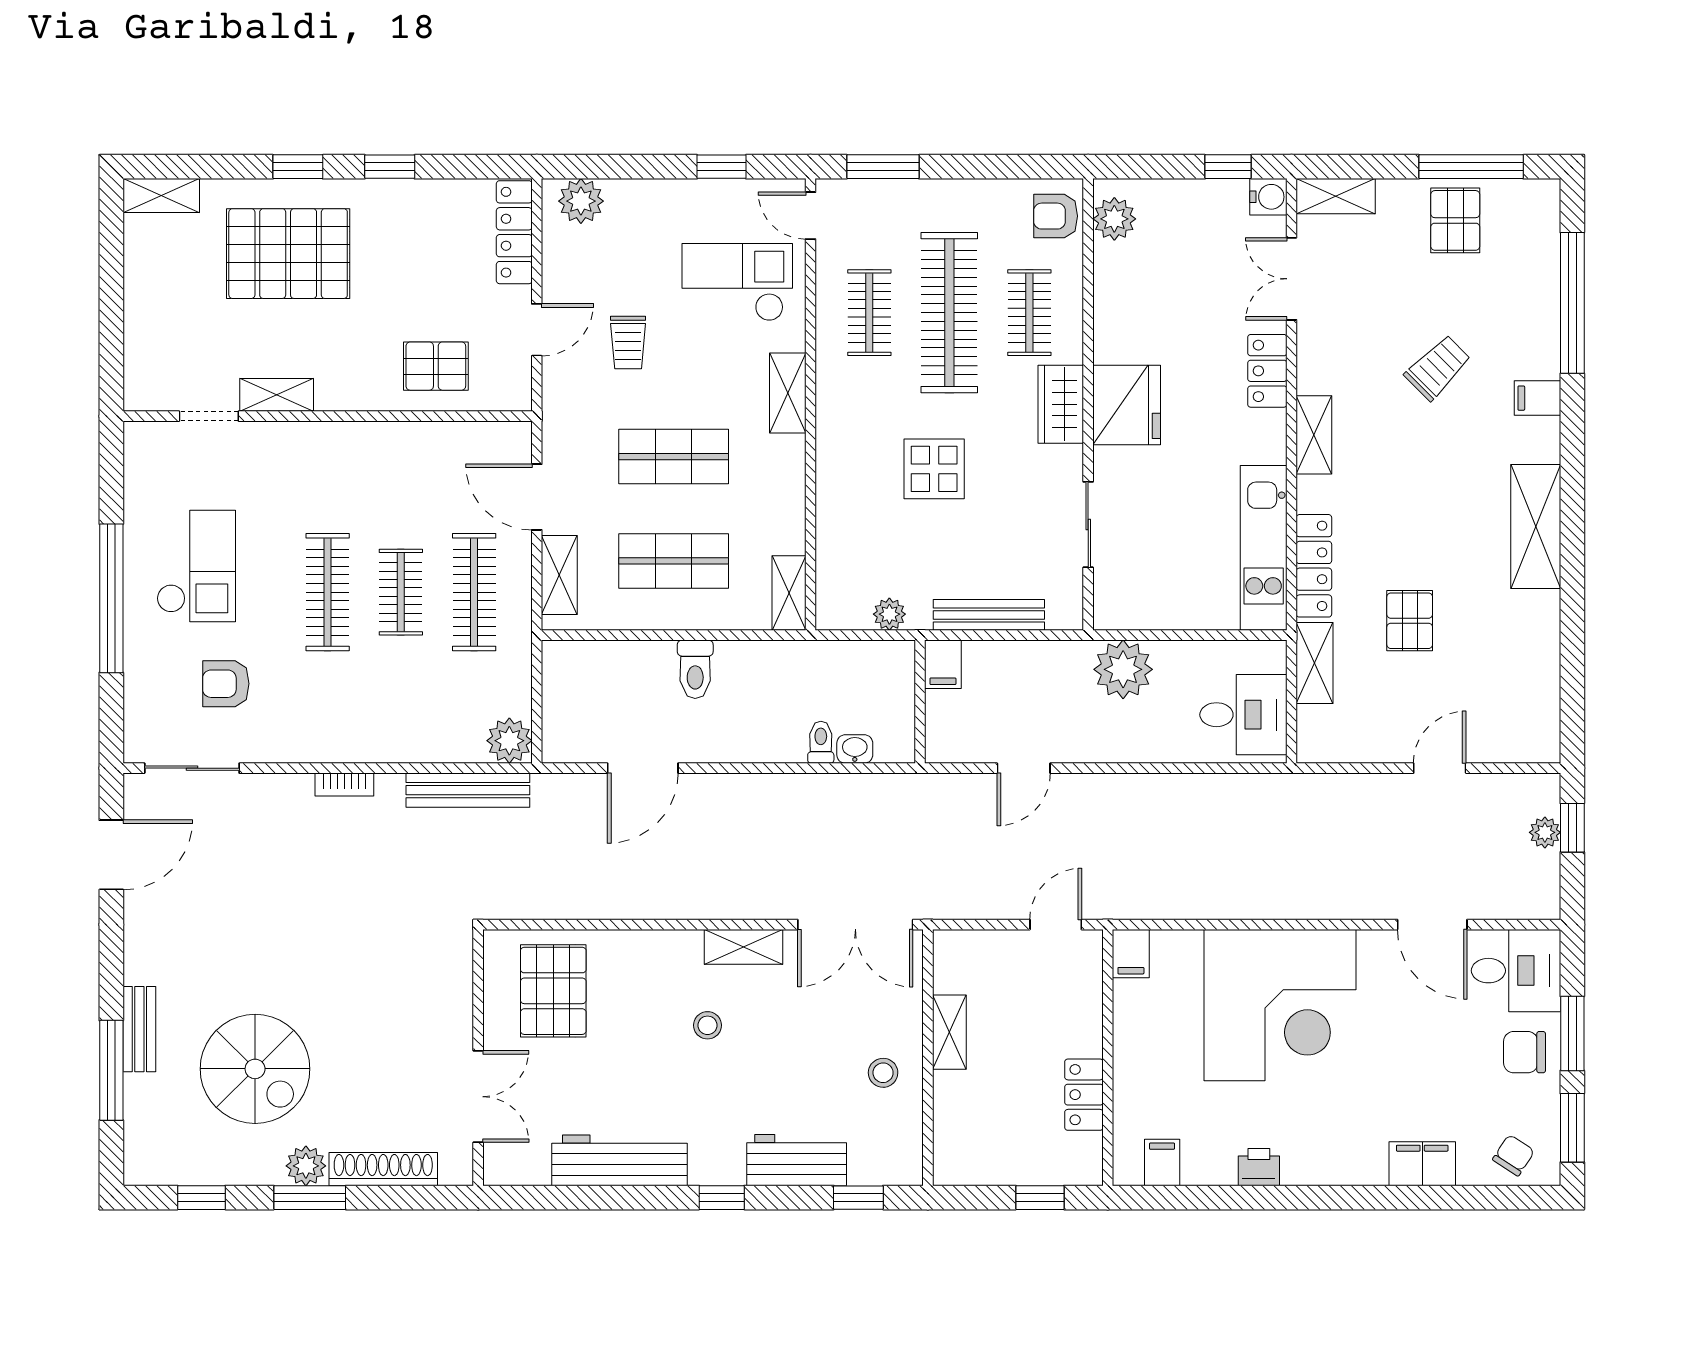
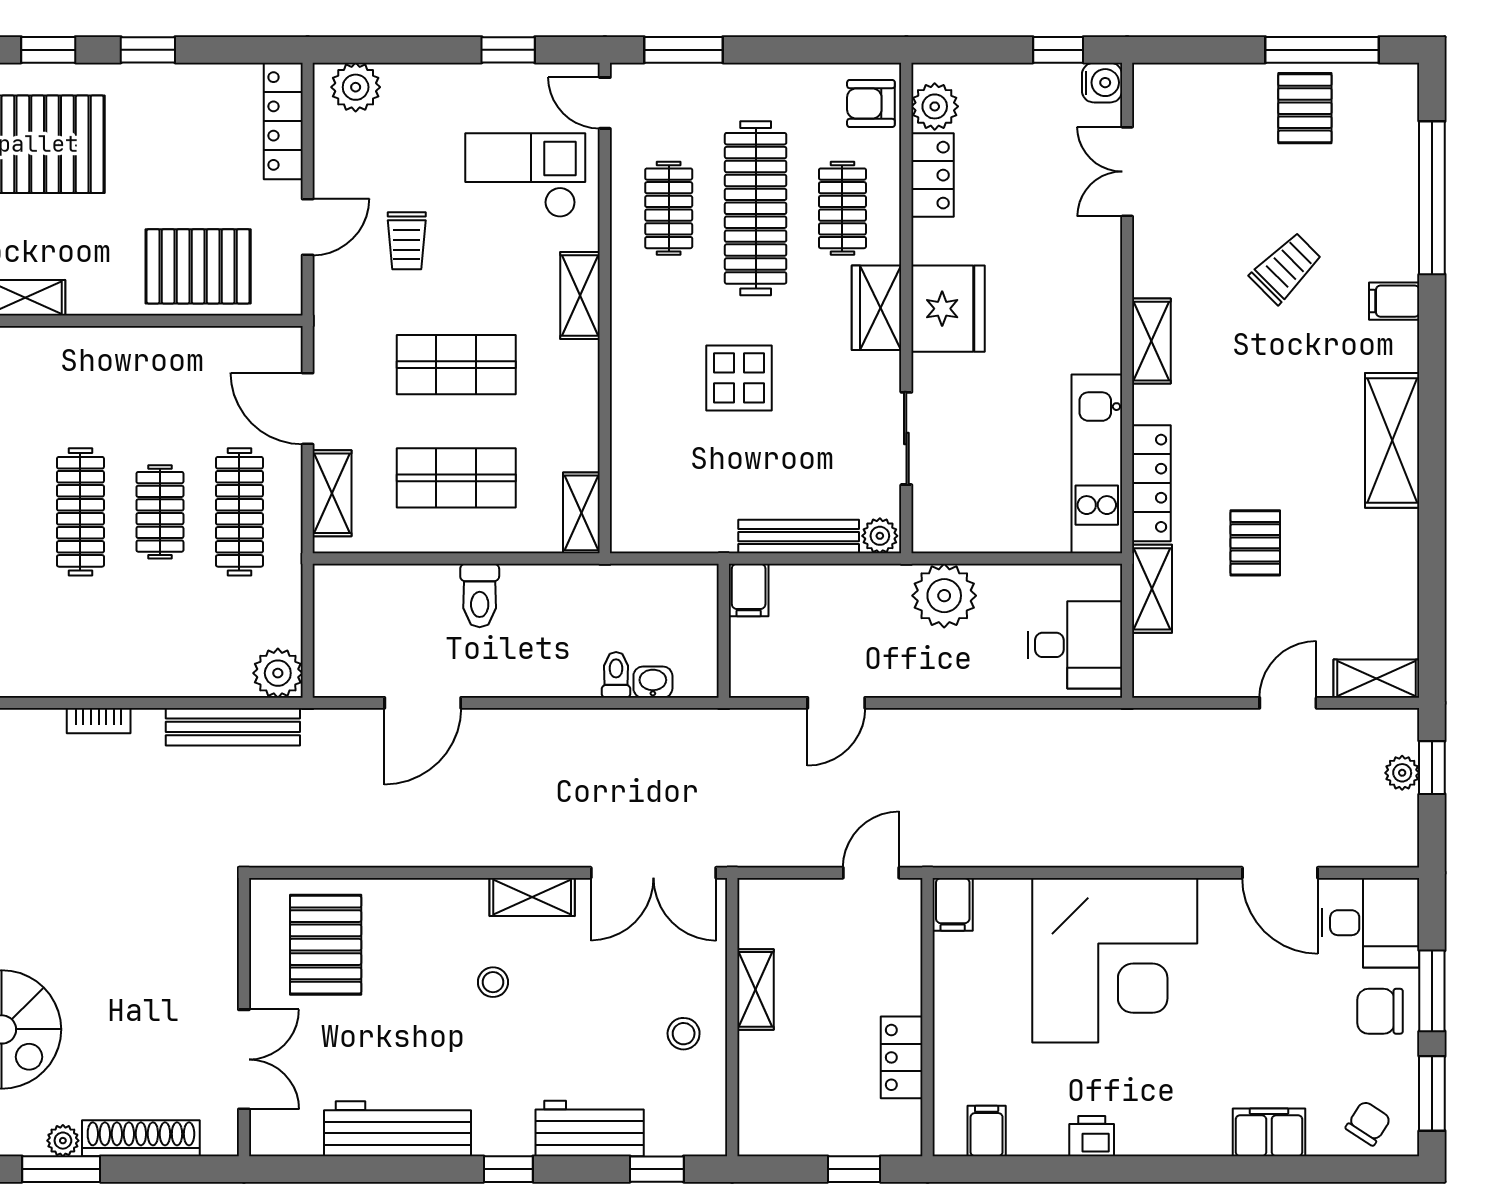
shelving: (1336, 196) -> (1376, 679), moved
pallet: (436, 366) -> (198, 266), width x1.50, depth x1.42
locker: (1267, 371) -> (933, 175), moved, turned 180
plant: (889, 614) -> (880, 536), moved
plant: (306, 1166) -> (63, 1141), width x0.73, depth x0.73

